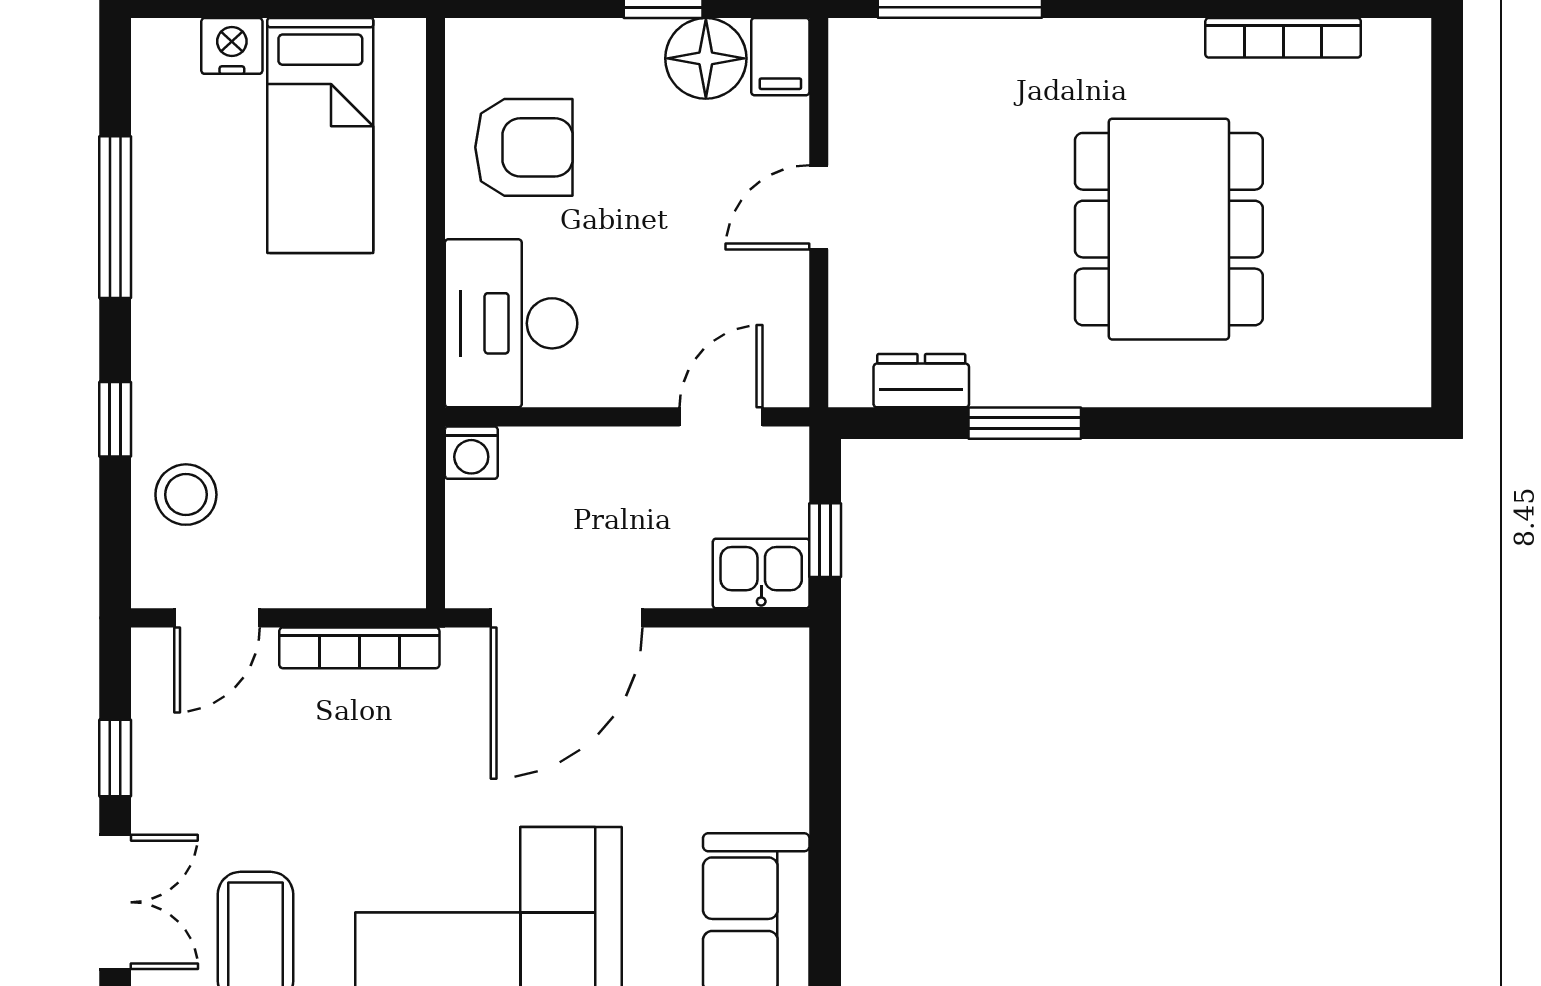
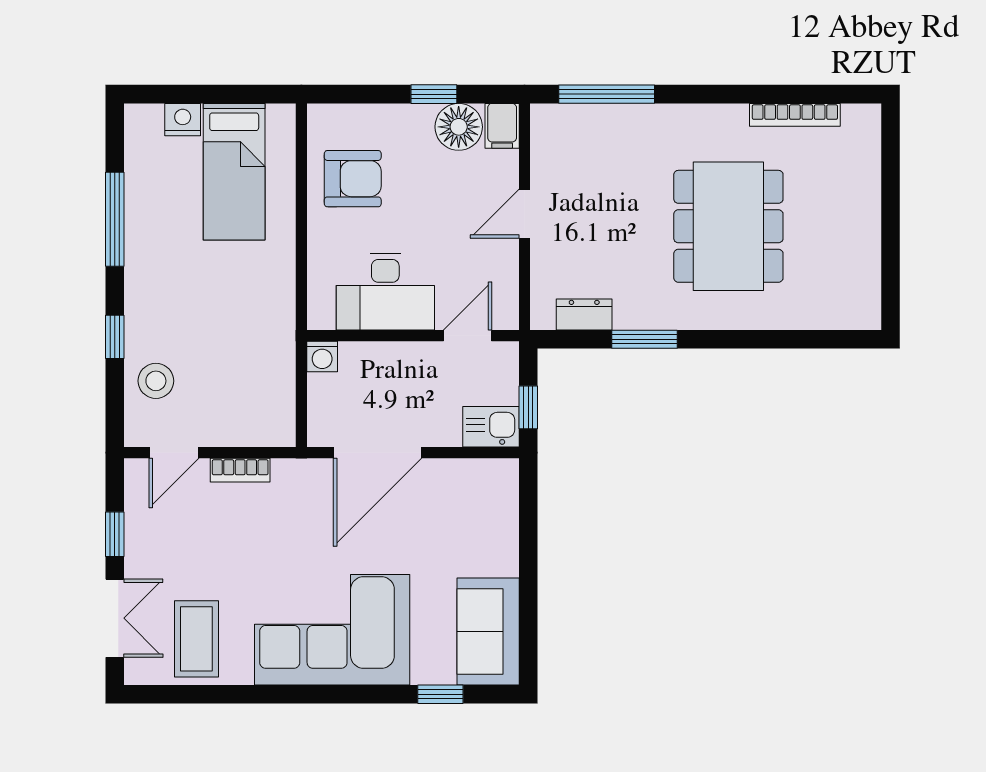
desk: (511, 323) -> (385, 292), moved, turned -90
bookcase: (359, 648) -> (240, 470), width x0.64

